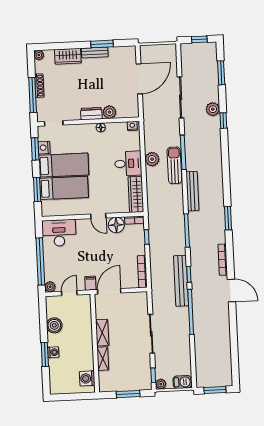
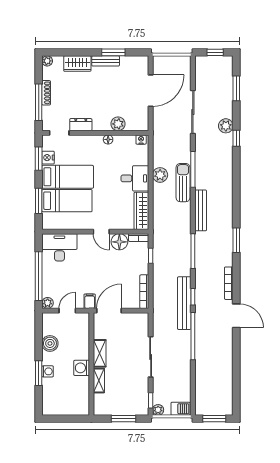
dresser: (91, 114) -> (81, 125), moved
washing machine: (87, 378) -> (82, 368), moved

